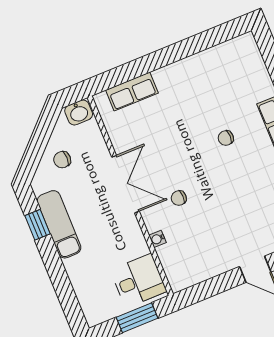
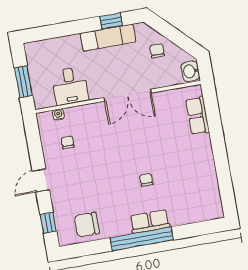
chair: (179, 198) -> (68, 142), moved
water cooler: (157, 239) -> (58, 114), moved
desk: (139, 281) -> (70, 86), moved

